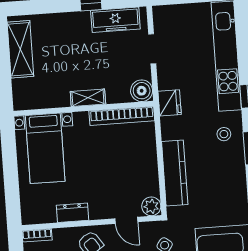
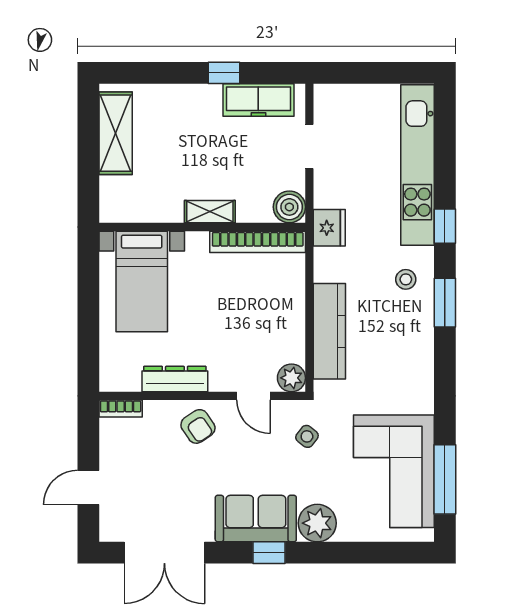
dresser: (72, 213) -> (175, 379), width x1.44

